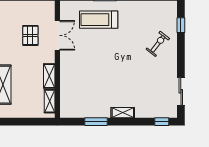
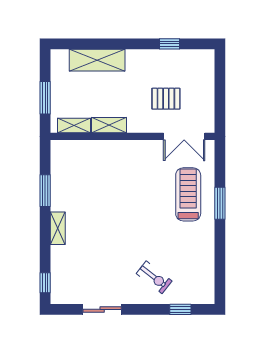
double door: (57, 35) -> (184, 136), moved
sliding door: (181, 91) -> (102, 309), moved
window: (30, 122) -> (45, 98), added

